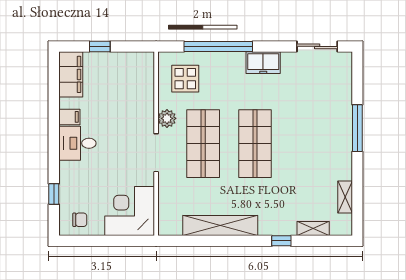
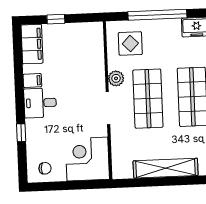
window: (54, 194) -> (21, 133), moved

